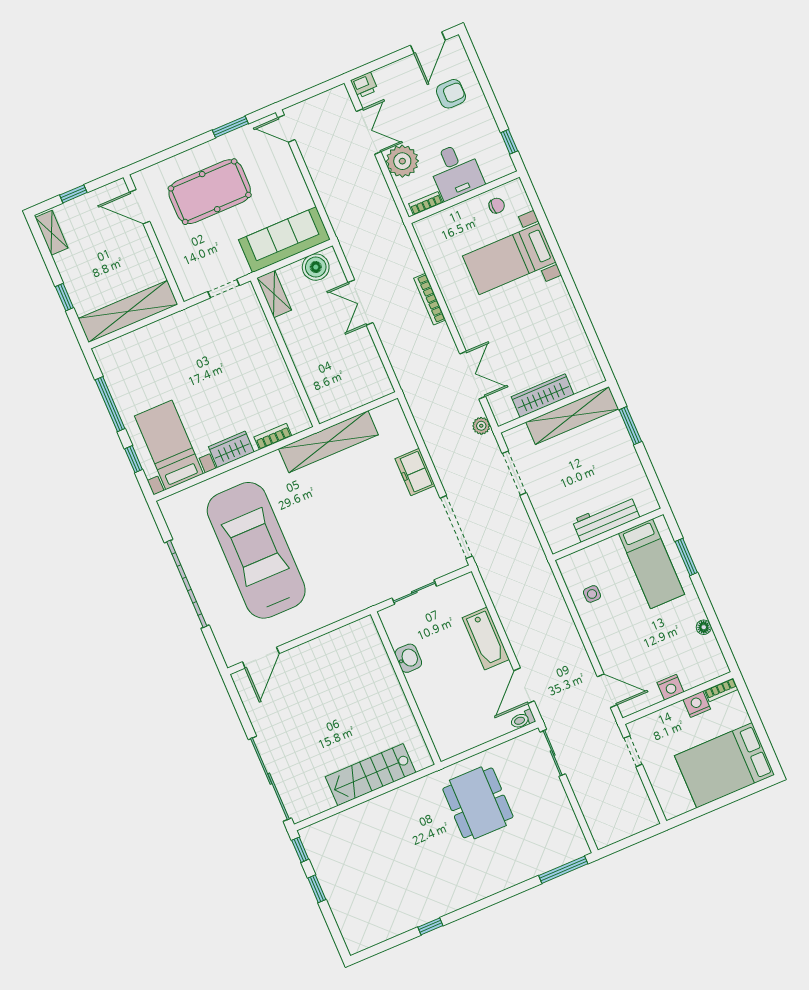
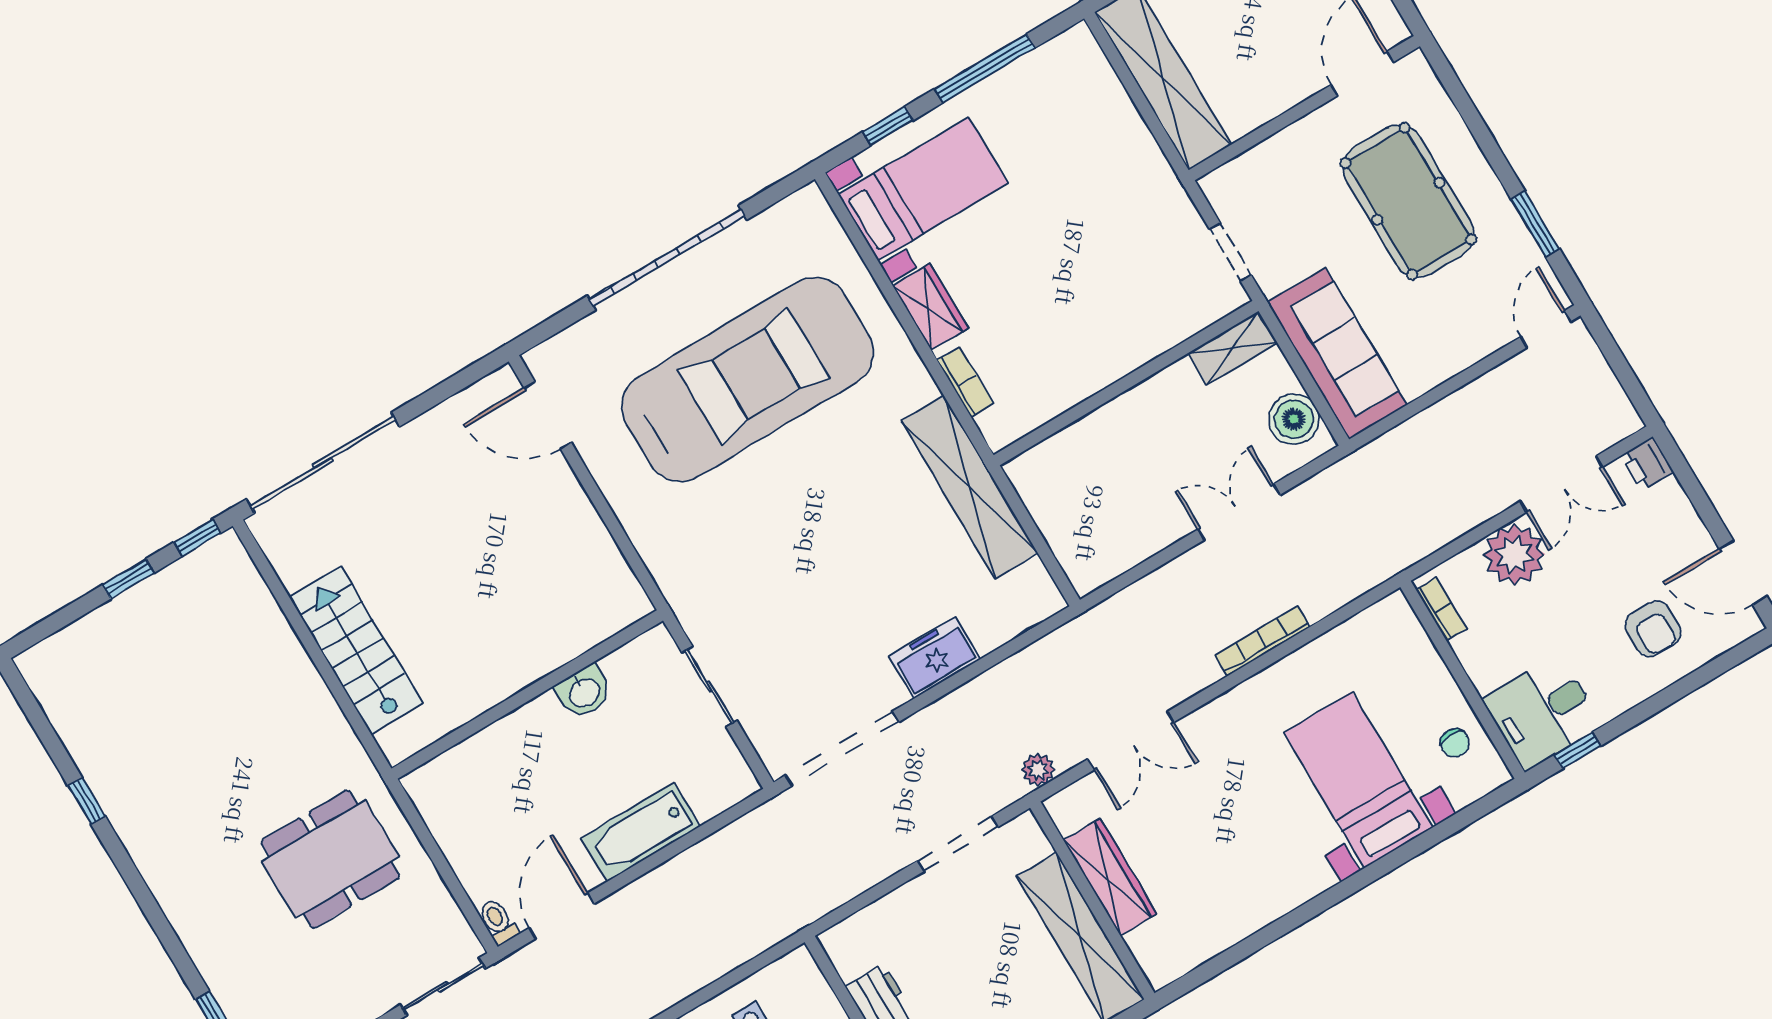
desk: (456, 171) -> (1542, 712), moved
door: (524, 686) -> (562, 916), hinge flipped

